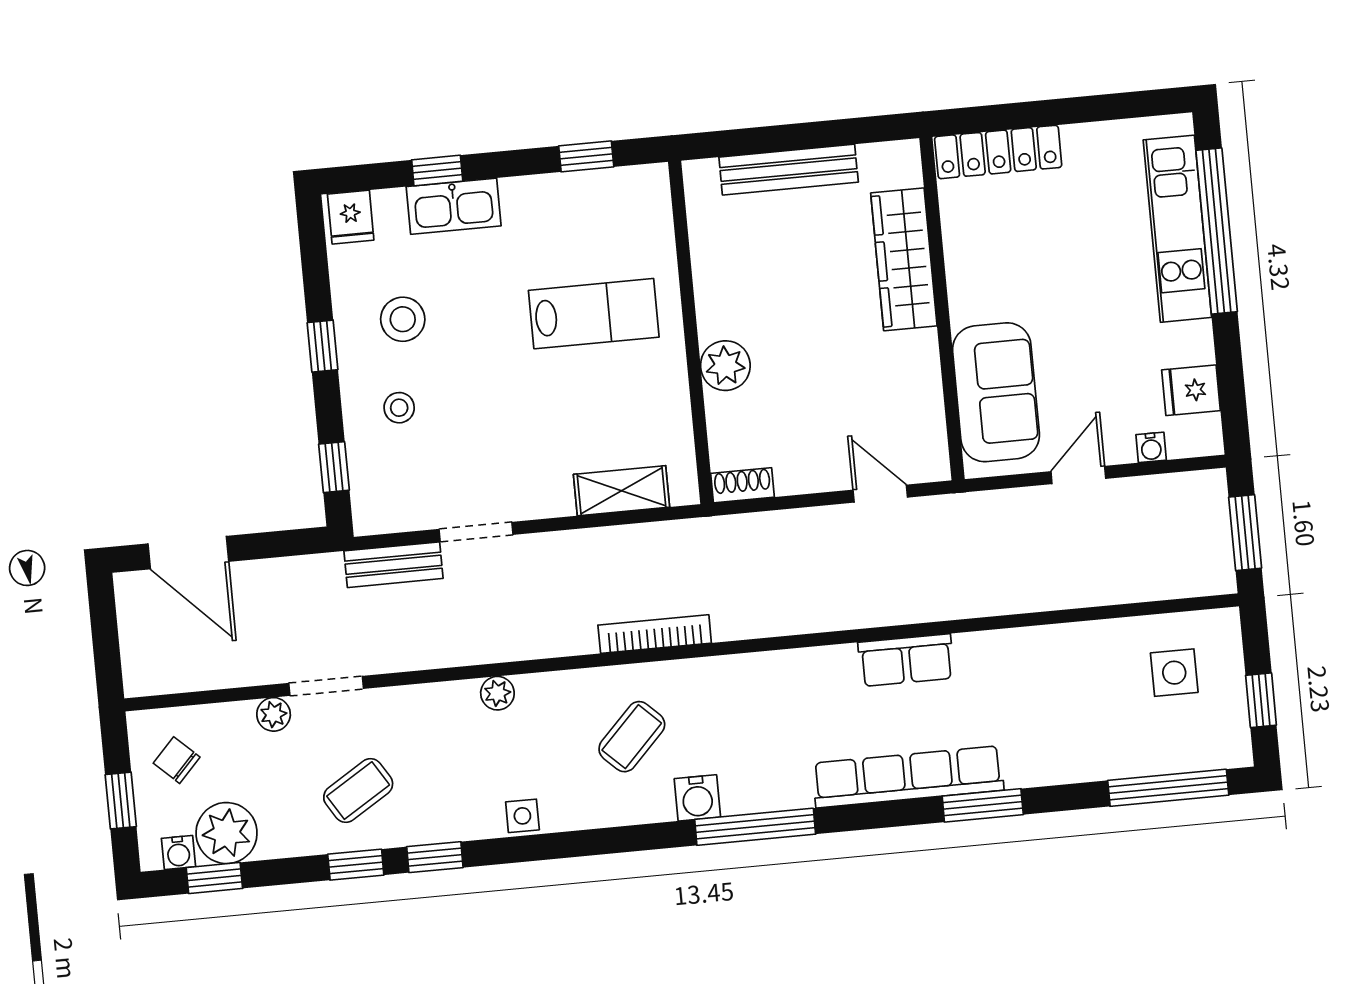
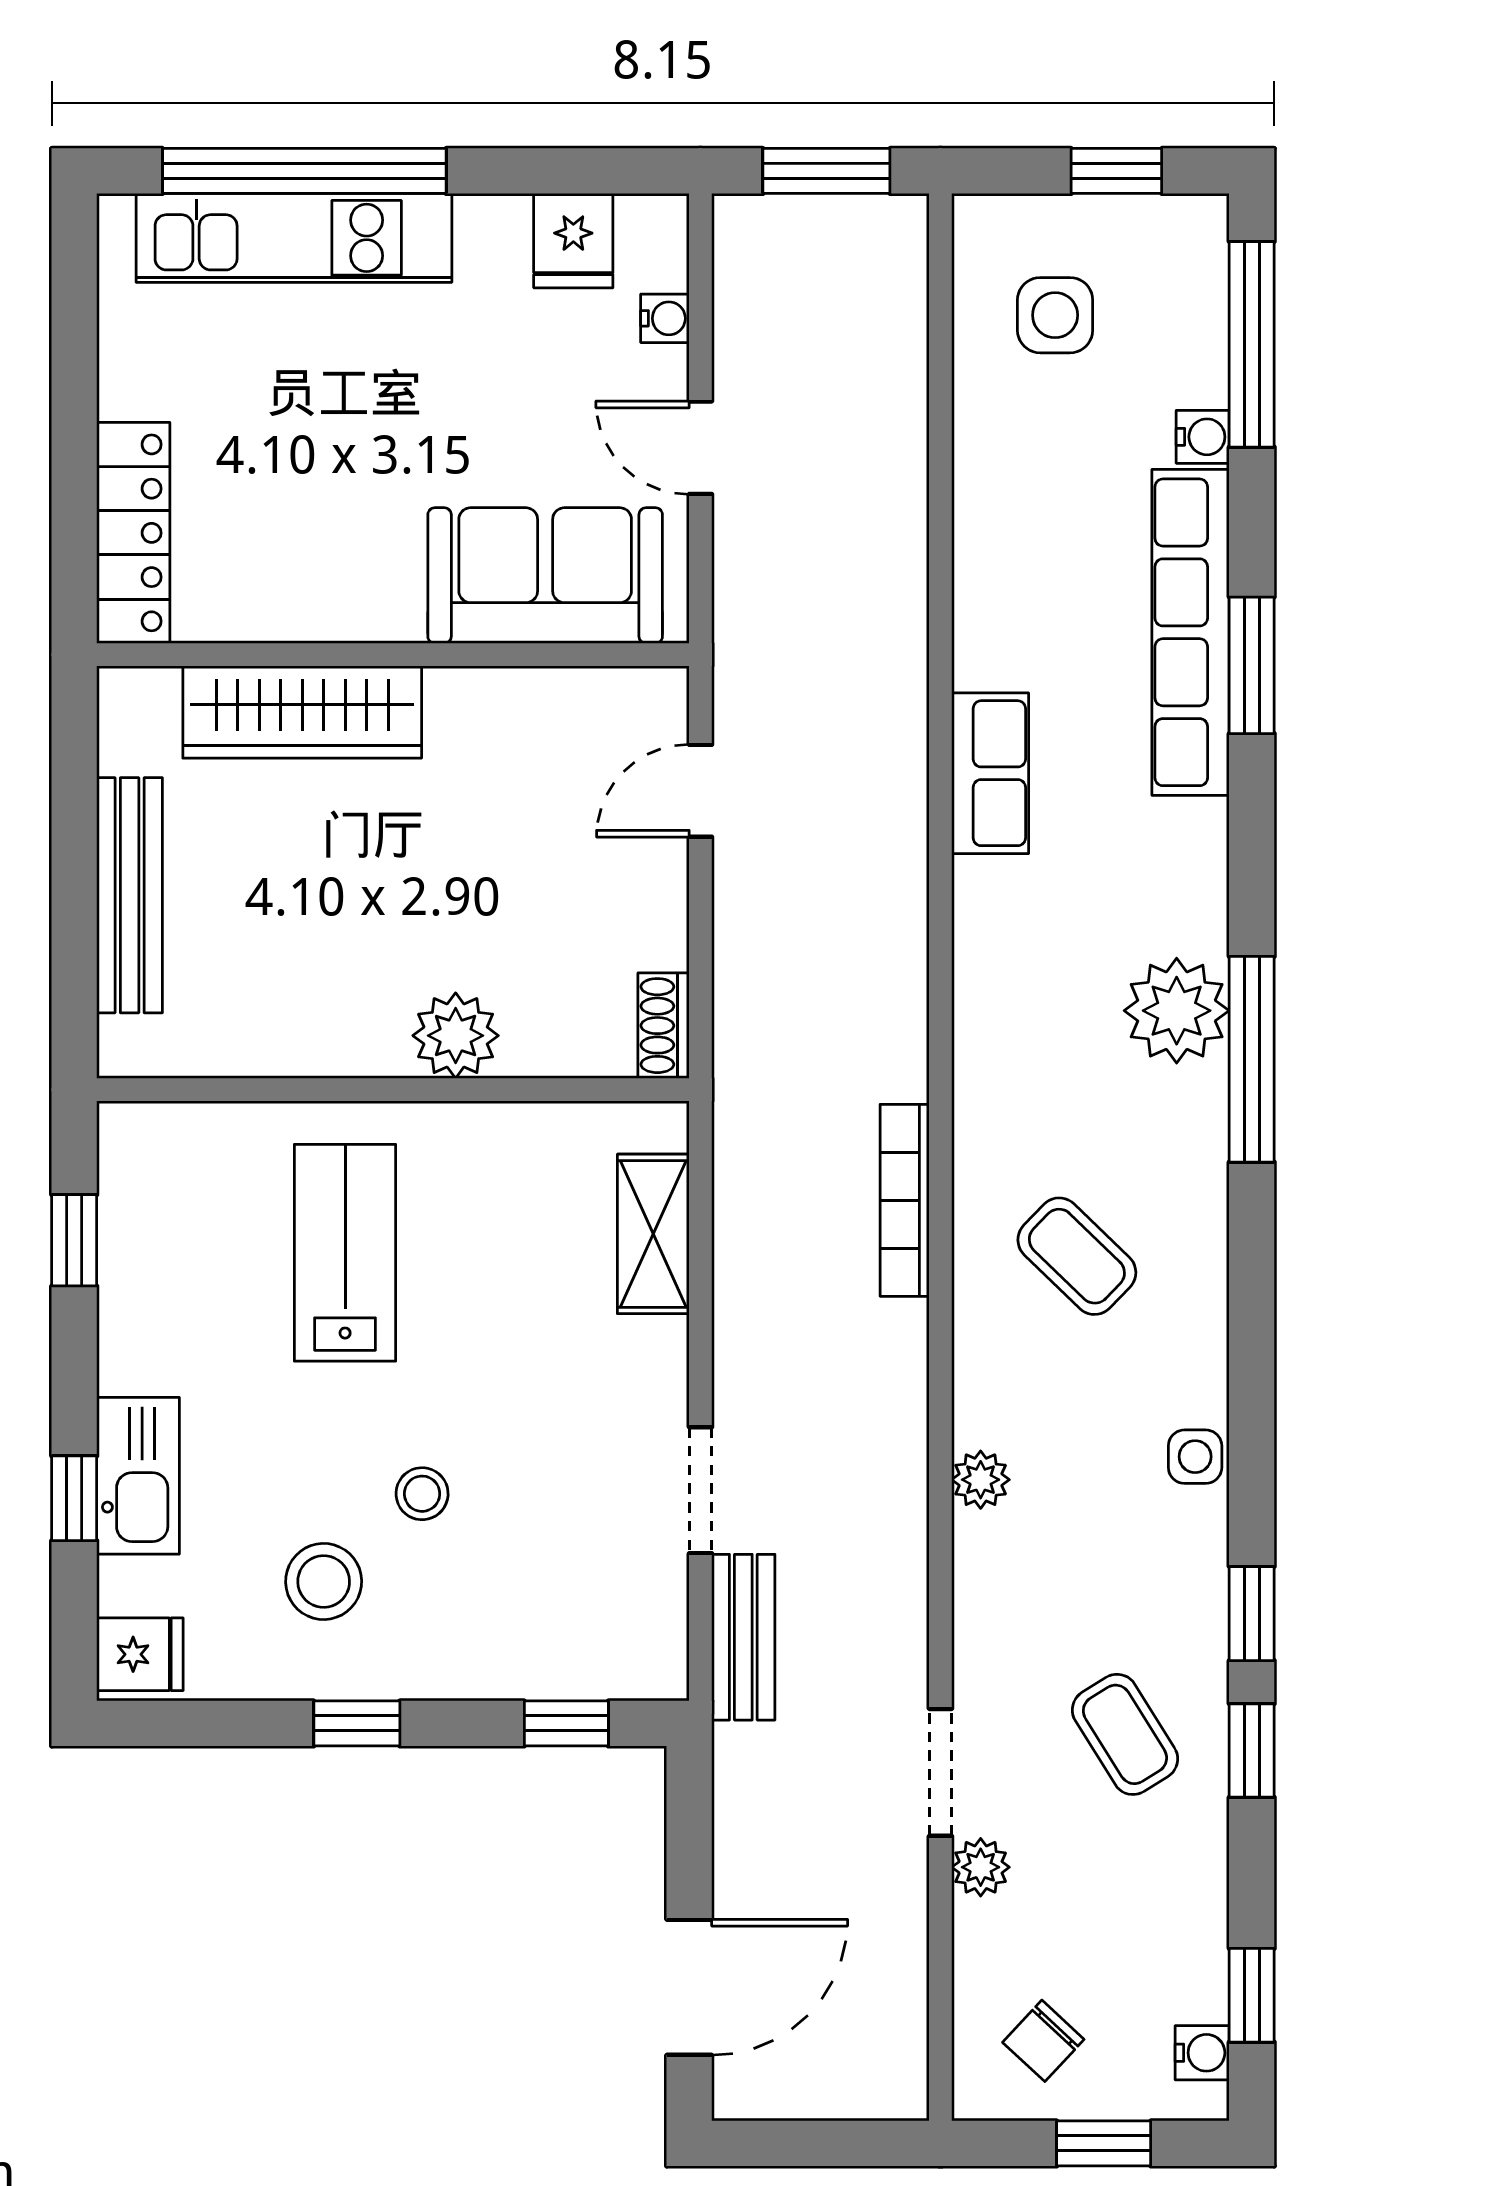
stool: (399, 408) -> (422, 1494), moved
row of seats: (908, 777) -> (1191, 632), moved
water cooler: (697, 798) -> (1203, 437), moved, width x0.72, depth x0.72
plant: (227, 833) -> (1177, 1011), moved

